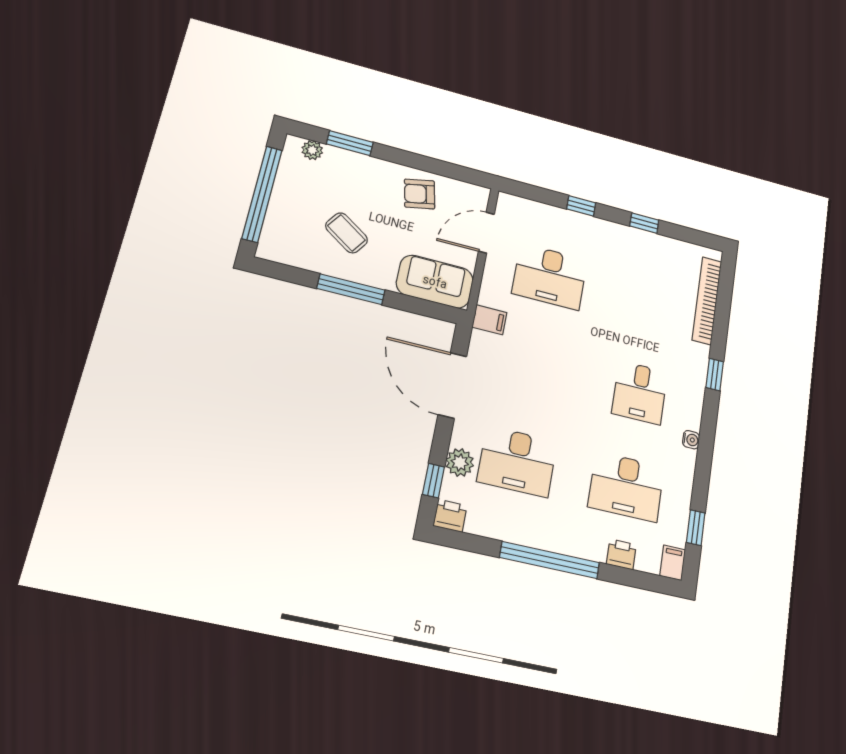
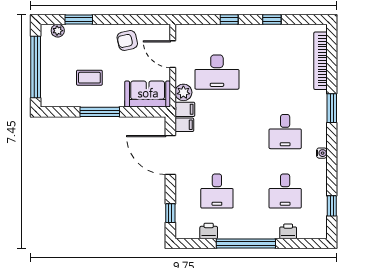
coffee table: (347, 233) -> (89, 78), turned -34
door: (486, 233) -> (173, 54), hinge flipped
window: (715, 375) -> (332, 108), width x1.50
desk: (517, 461) -> (217, 191), width x0.73
plant: (460, 463) -> (183, 92), moved
desk: (626, 487) -> (285, 191), width x0.73
printer: (450, 516) -> (209, 231), moved
filing cabinet: (673, 563) -> (184, 125), moved, turned 90

